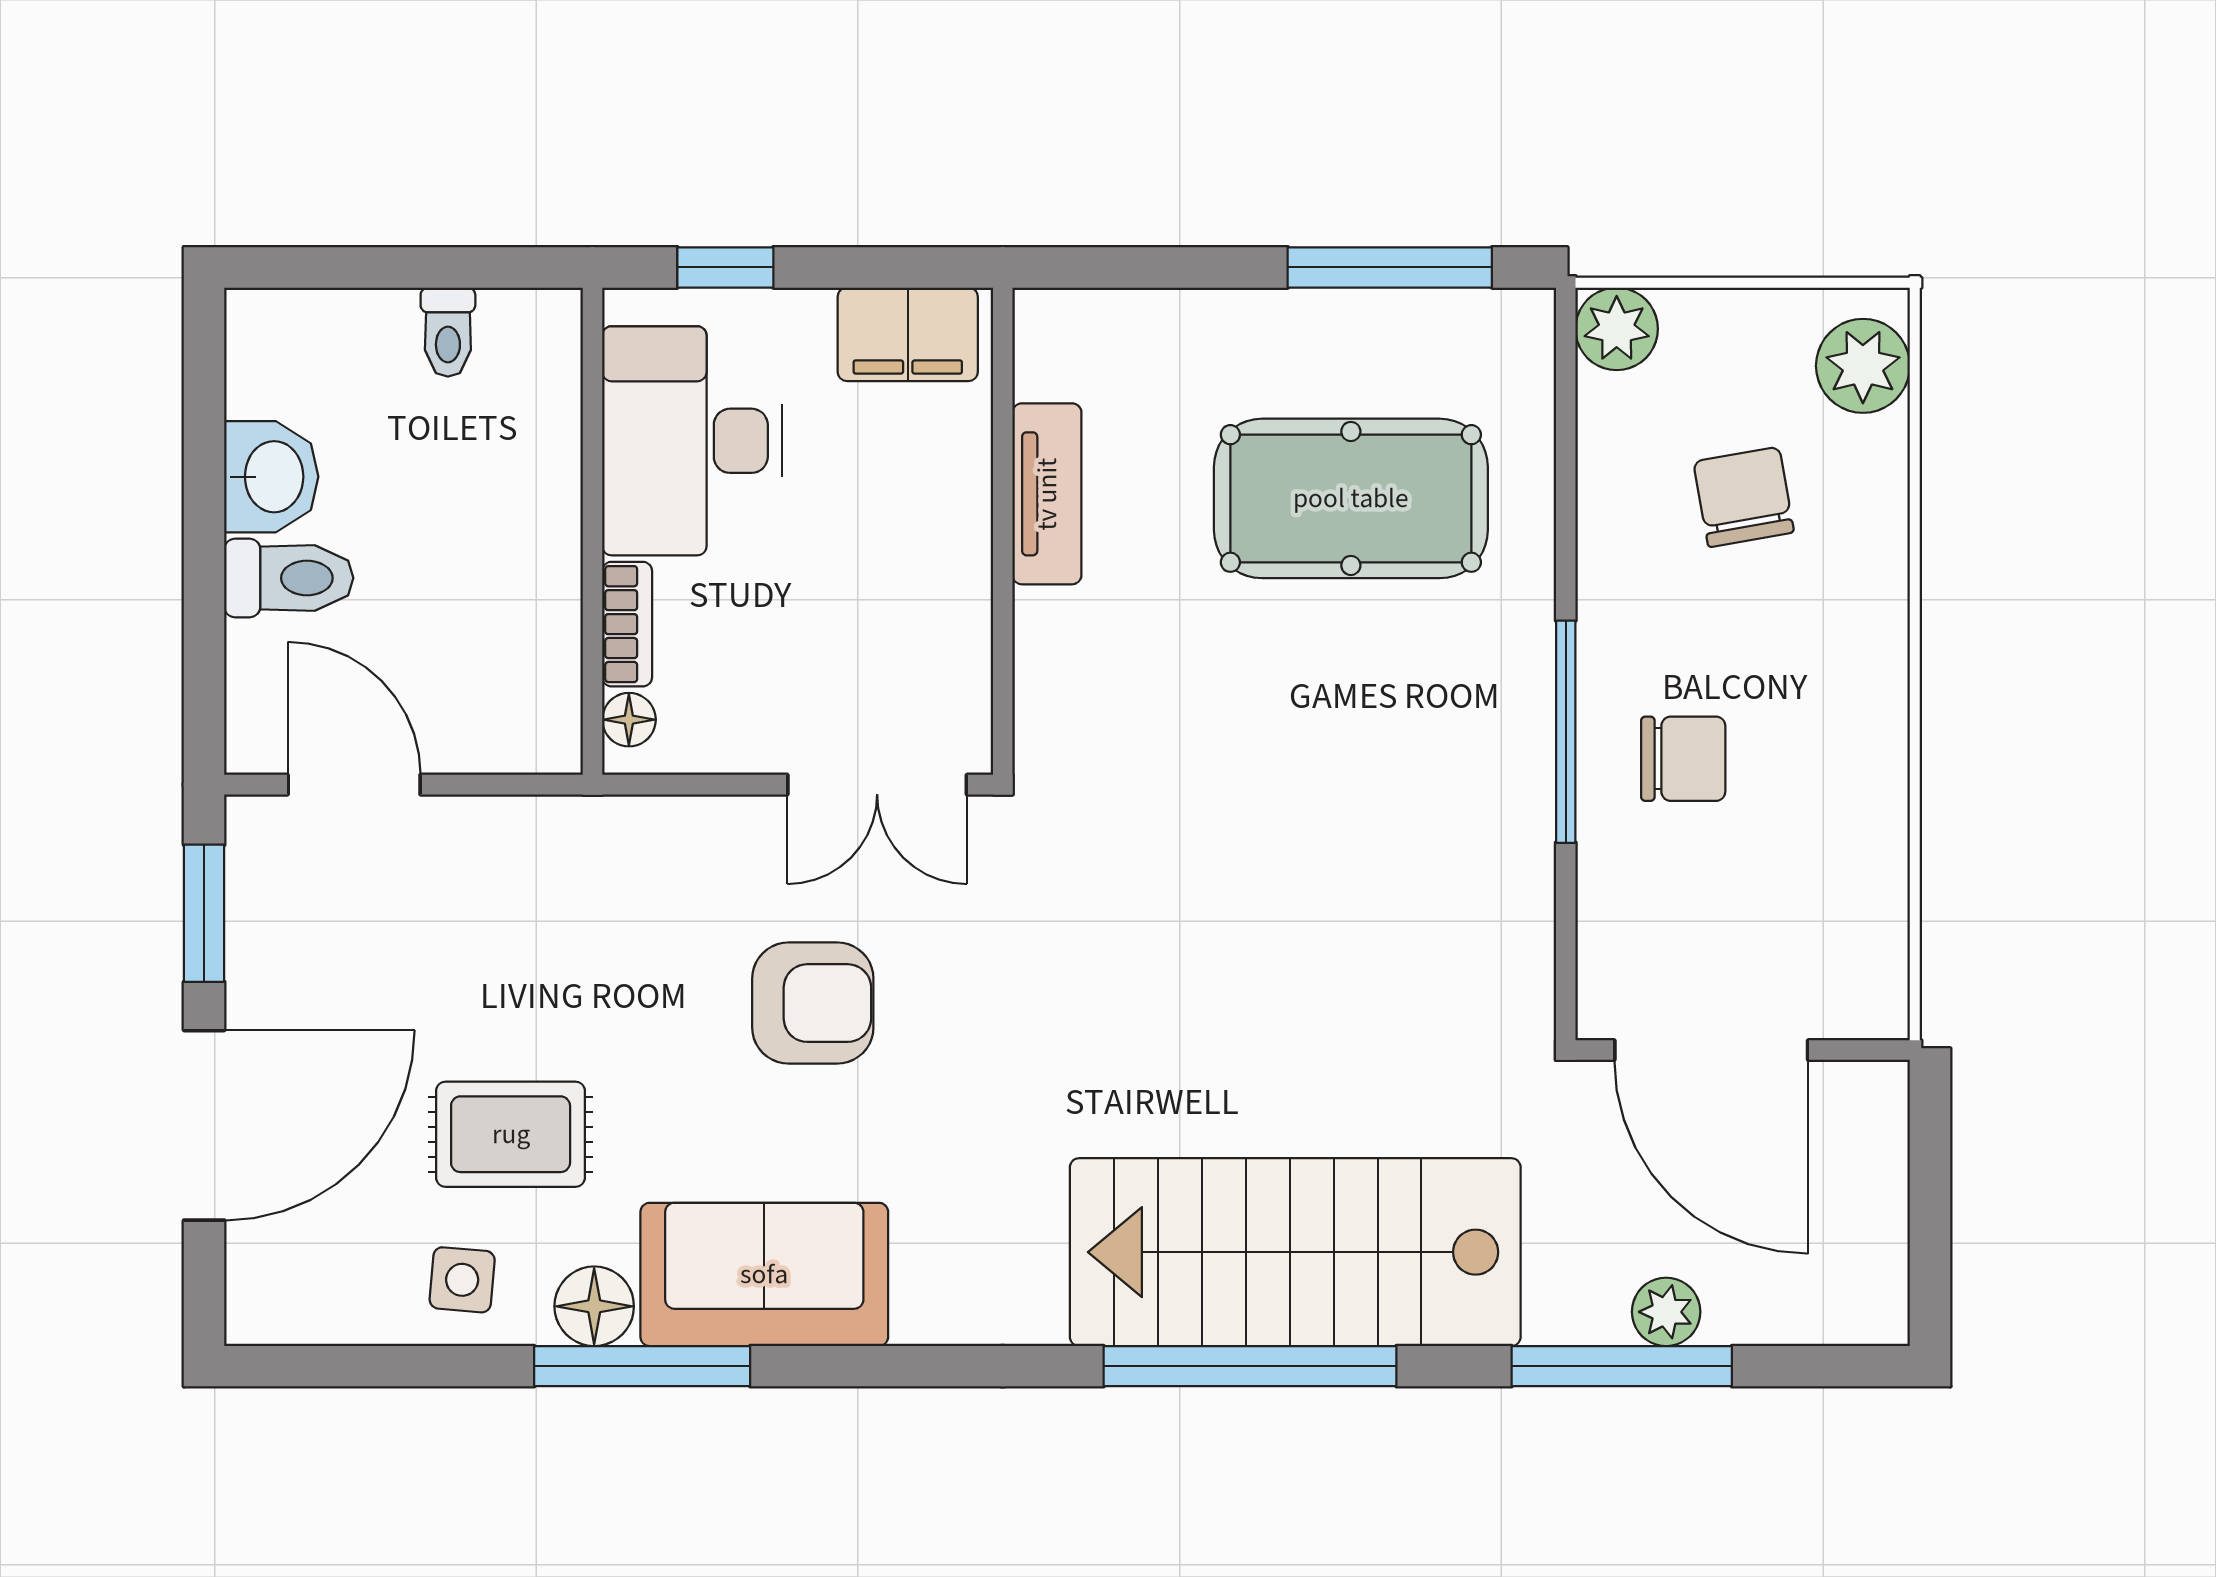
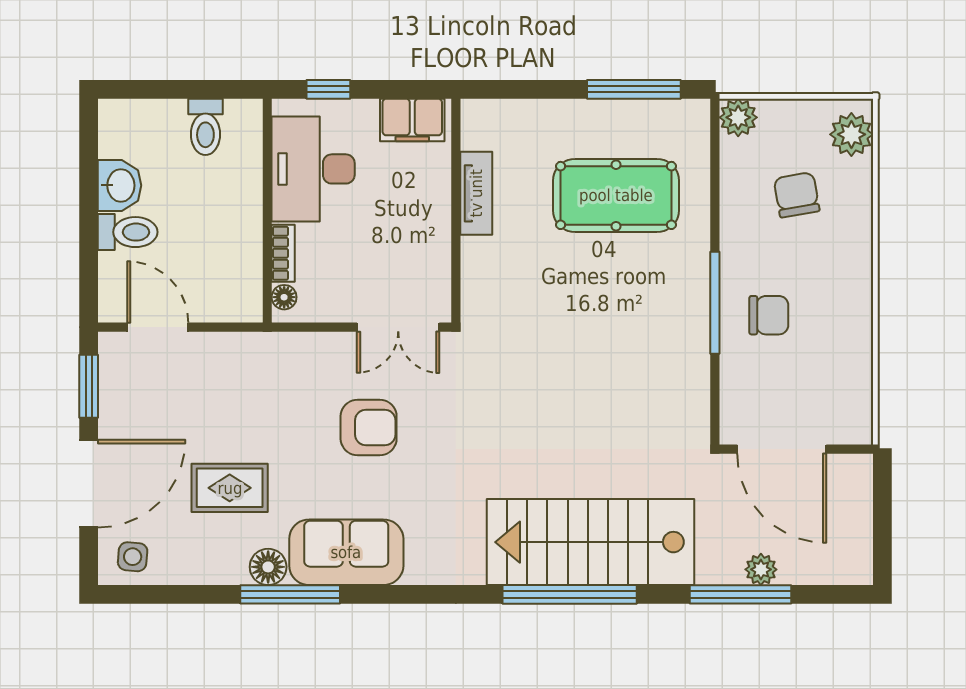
toilet: (448, 332) -> (205, 127), width x1.37, depth x1.39
side table: (462, 1280) -> (133, 557), moved

